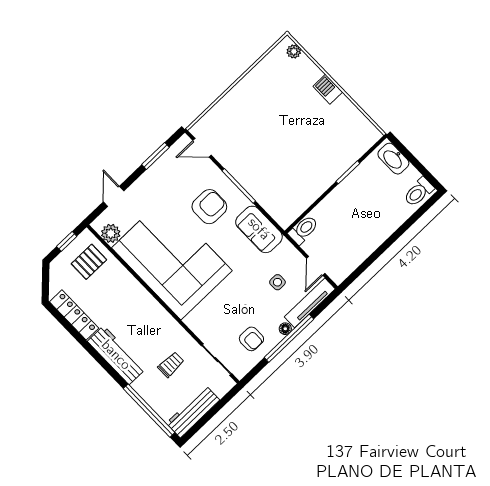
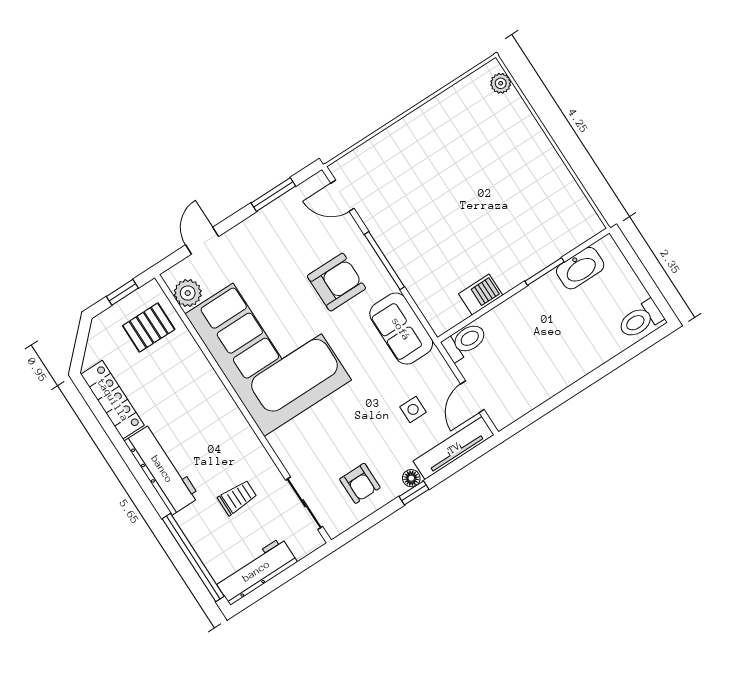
barbecue: (328, 89) -> (481, 295), moved, turned 90
washbasin: (393, 159) -> (580, 268), moved, turned -90
window: (289, 338) -> (414, 493), width x0.32

